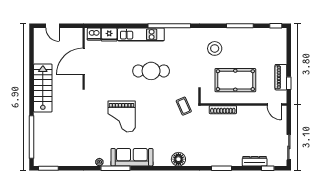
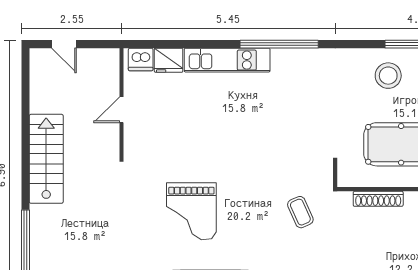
stool: (215, 48) -> (388, 76), moved
door: (84, 61) -> (122, 110), width x0.53
cafe table: (151, 71) -> (246, 127), removed
coffee table: (184, 106) -> (300, 212), moved

